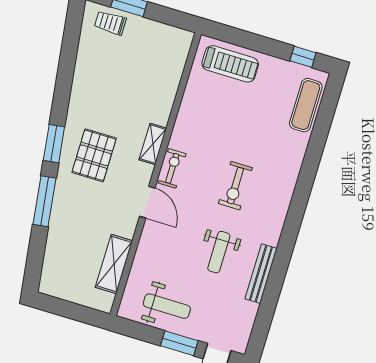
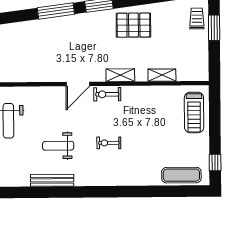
pallet: (94, 155) -> (133, 25), moved
exercise bike: (172, 168) -> (107, 94), turned 180
exercise bike: (235, 186) -> (109, 143), width x0.73, depth x0.72
shelving: (114, 264) -> (162, 75), moved, width x0.67, depth x0.75

